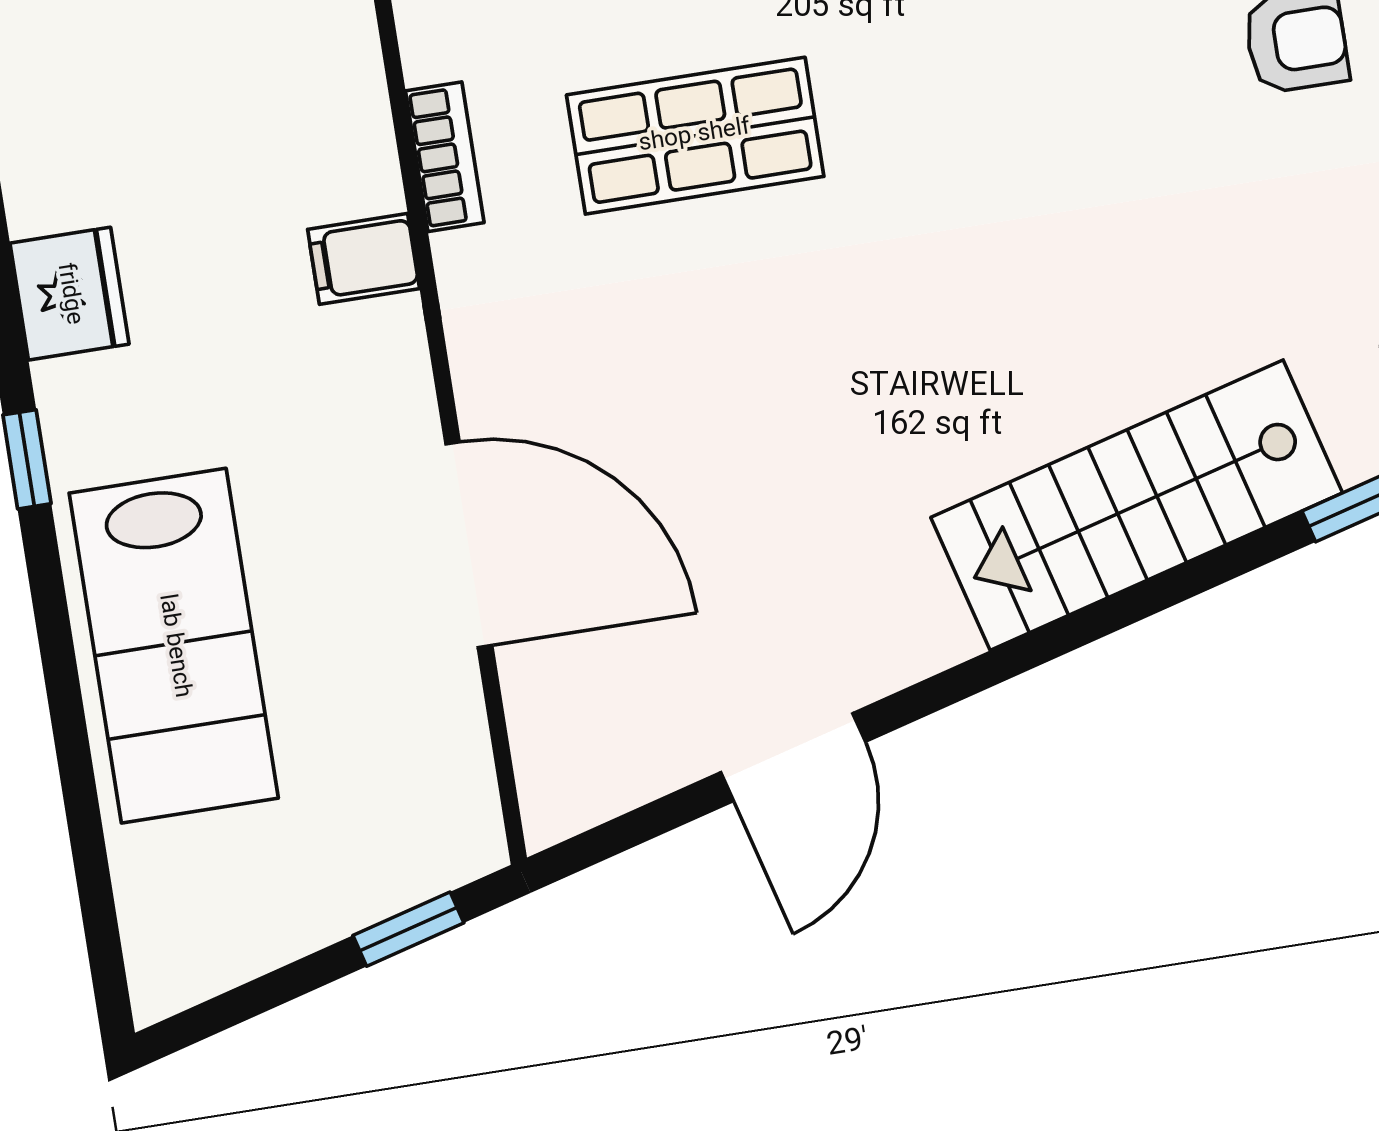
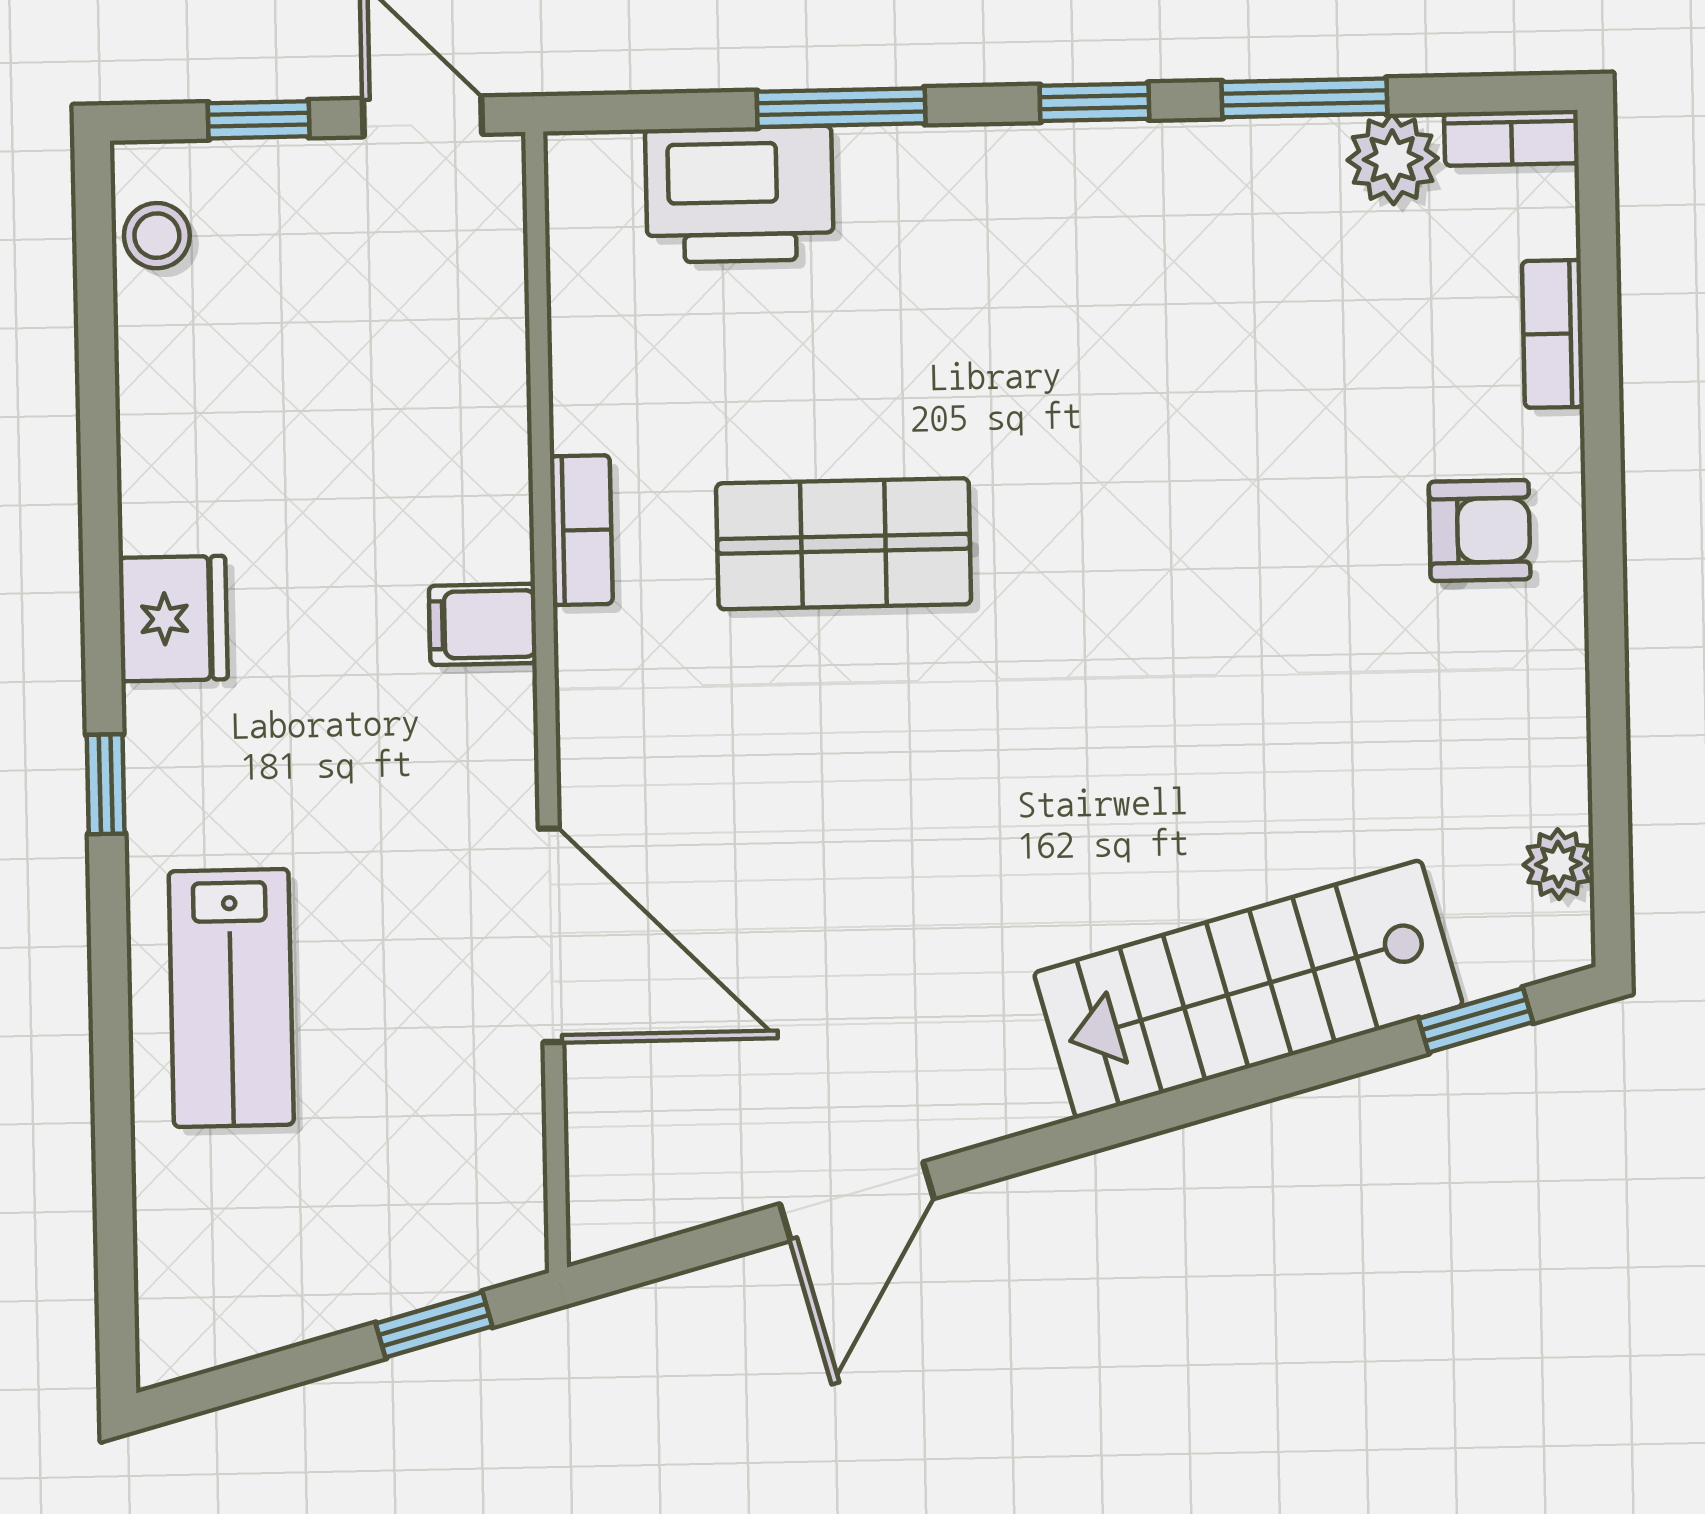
lab bench: (174, 646) -> (231, 998), width x0.73, depth x0.72

